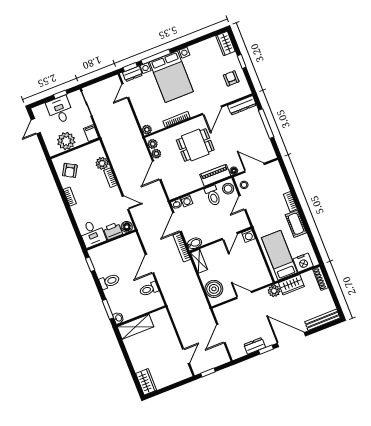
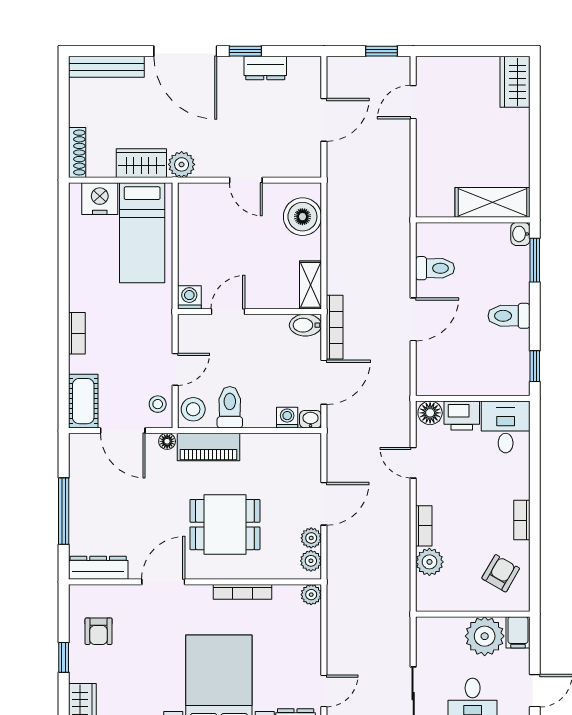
filing cabinet: (91, 133) -> (518, 632), moved
cot: (296, 224) -> (83, 401), moved

